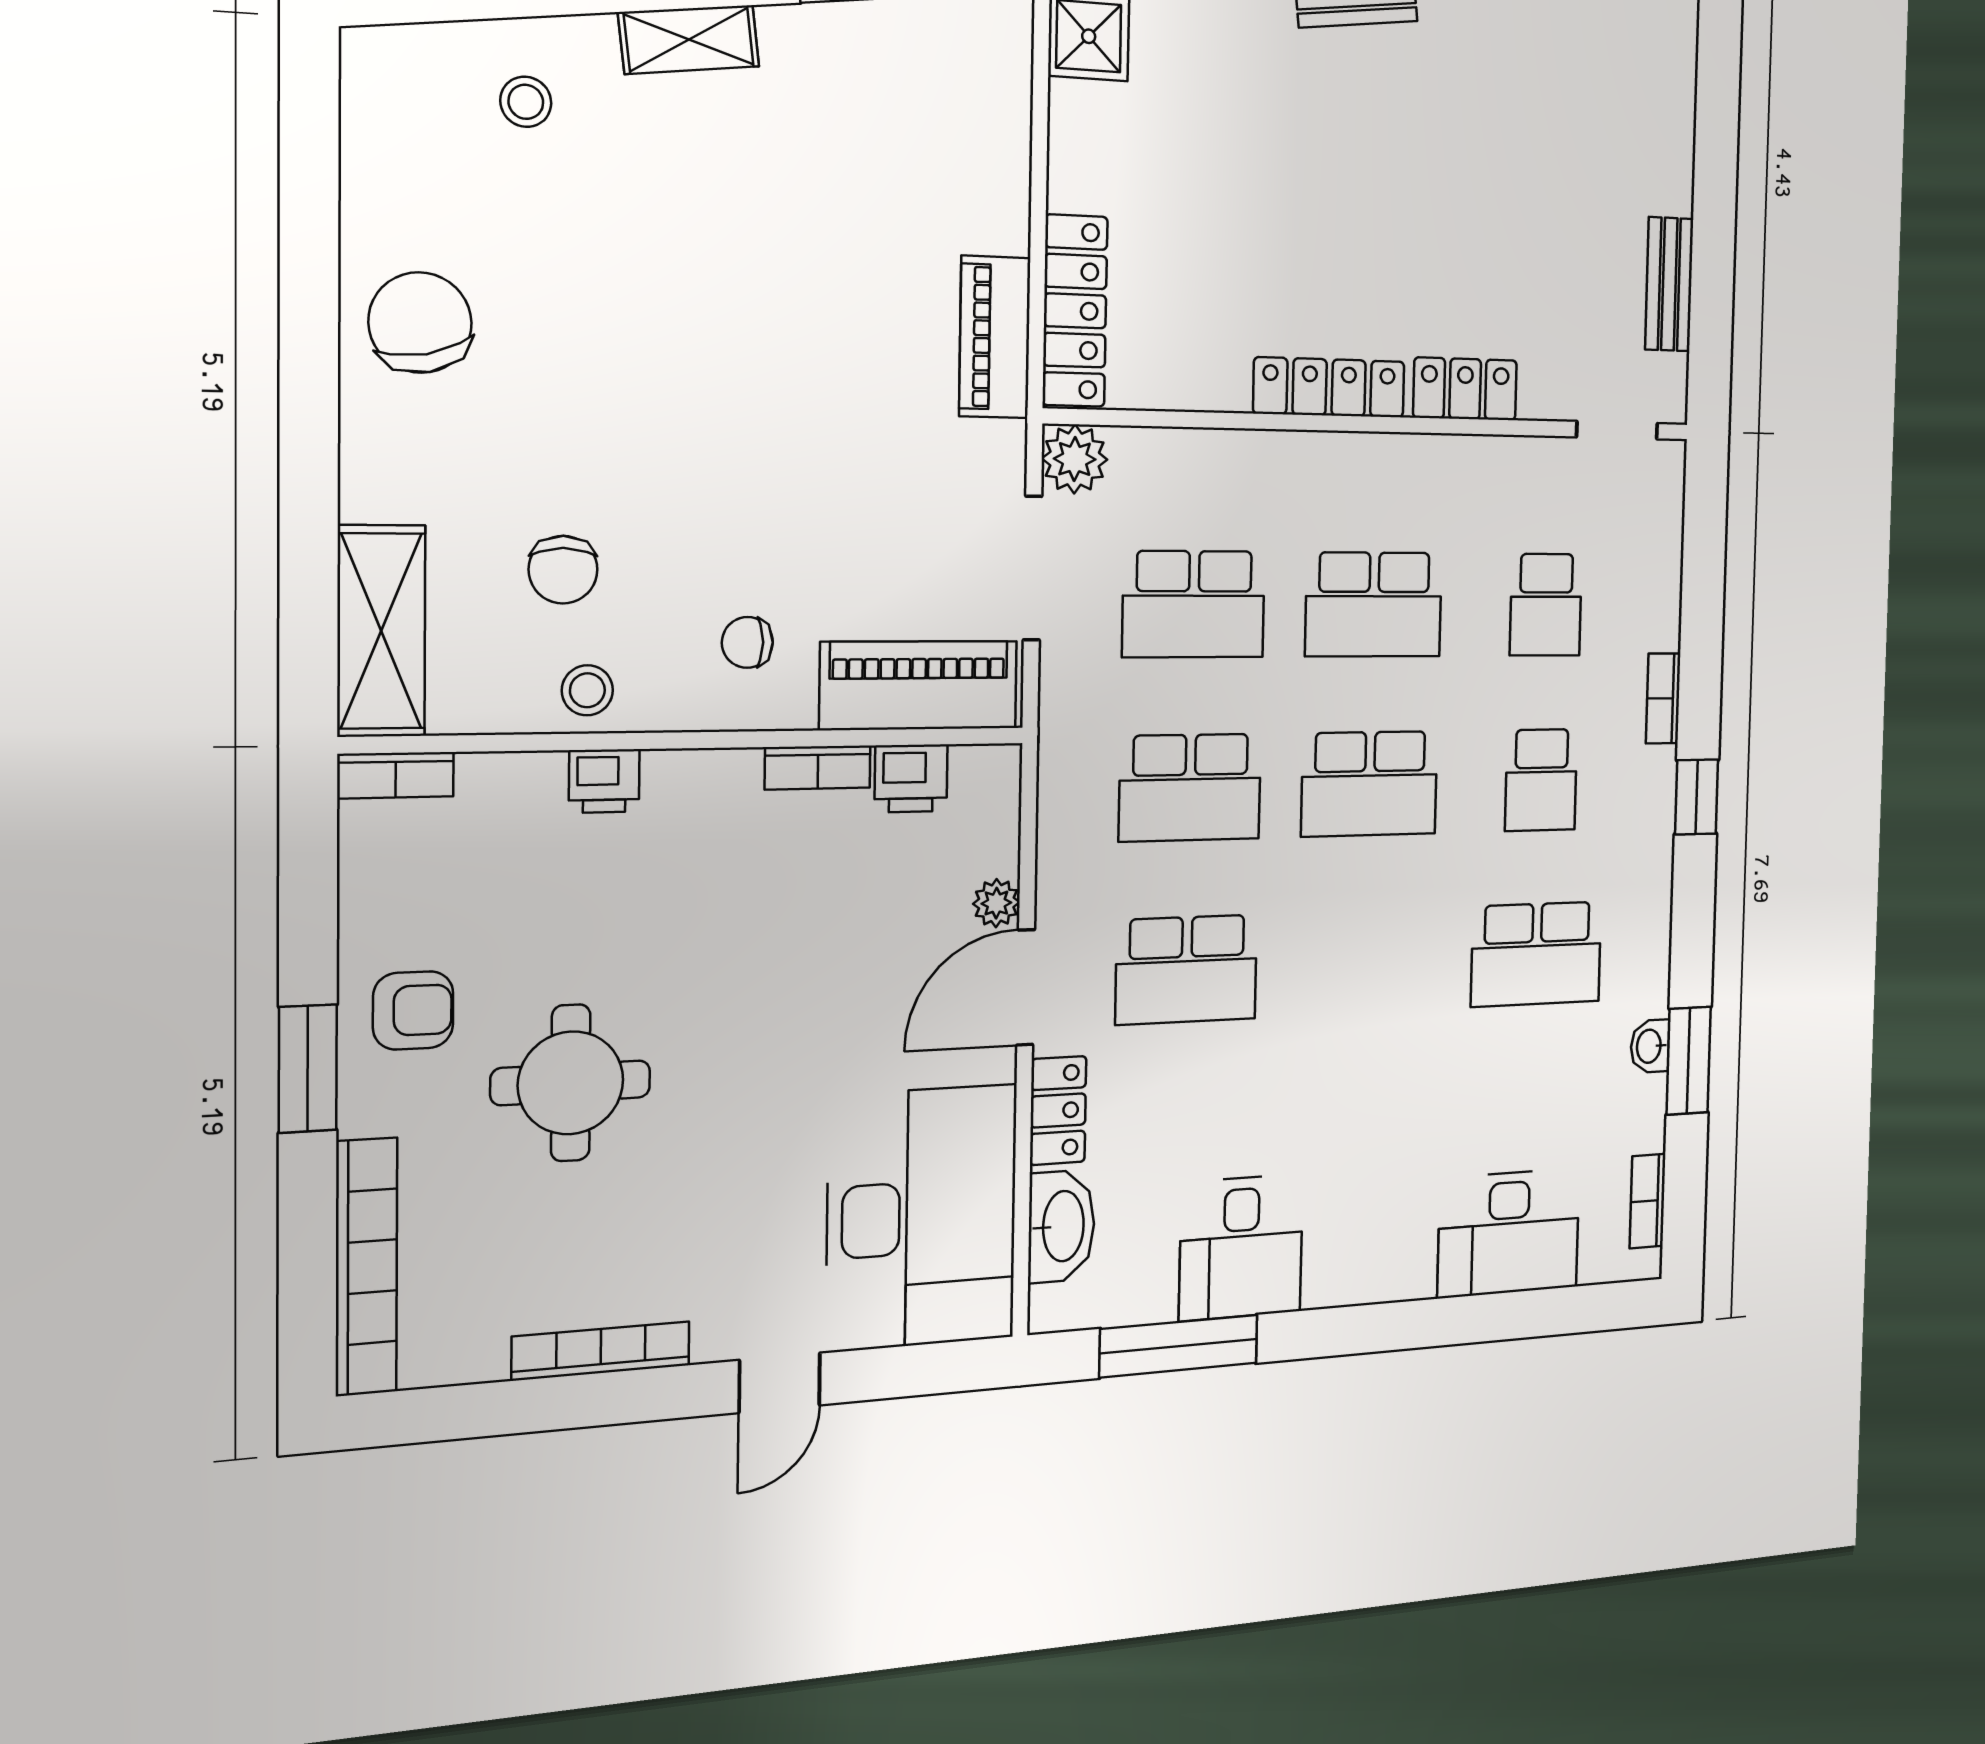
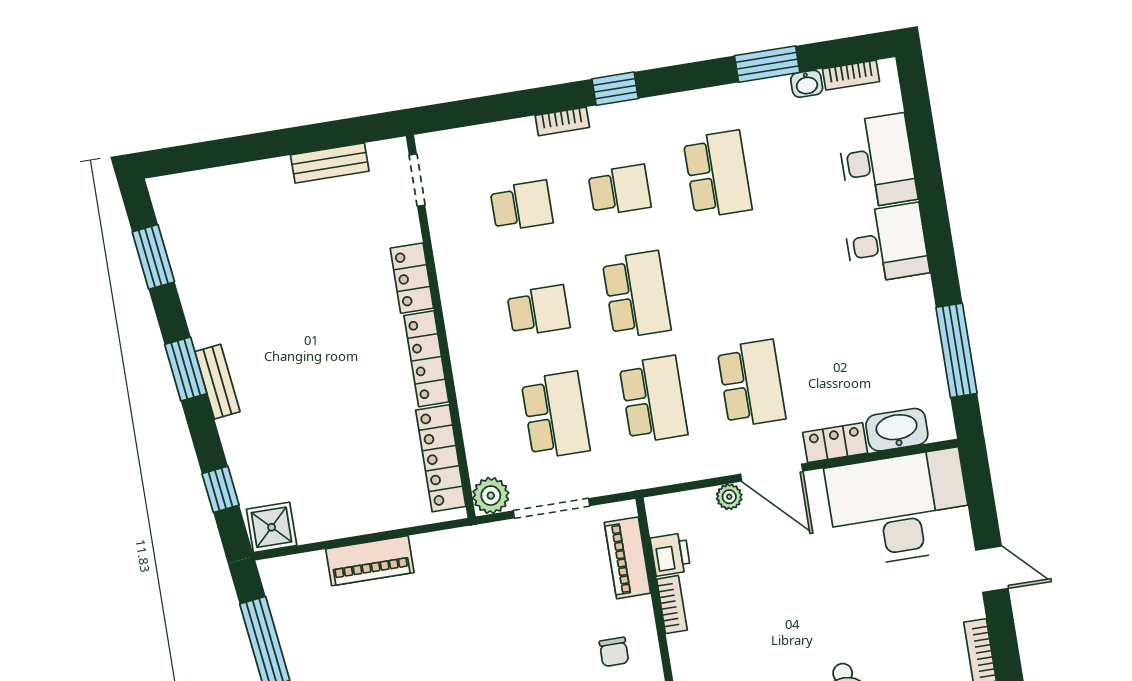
locker: (1075, 311) -> (441, 458), moved, turned -90
piano: (995, 337) -> (370, 561), moved
school desk: (1374, 604) -> (539, 311), width x0.54
piano: (919, 685) -> (627, 558), width x0.73, depth x0.75
washbasin: (1650, 1046) -> (807, 84), moved
desk: (1241, 1247) -> (886, 243), moved

